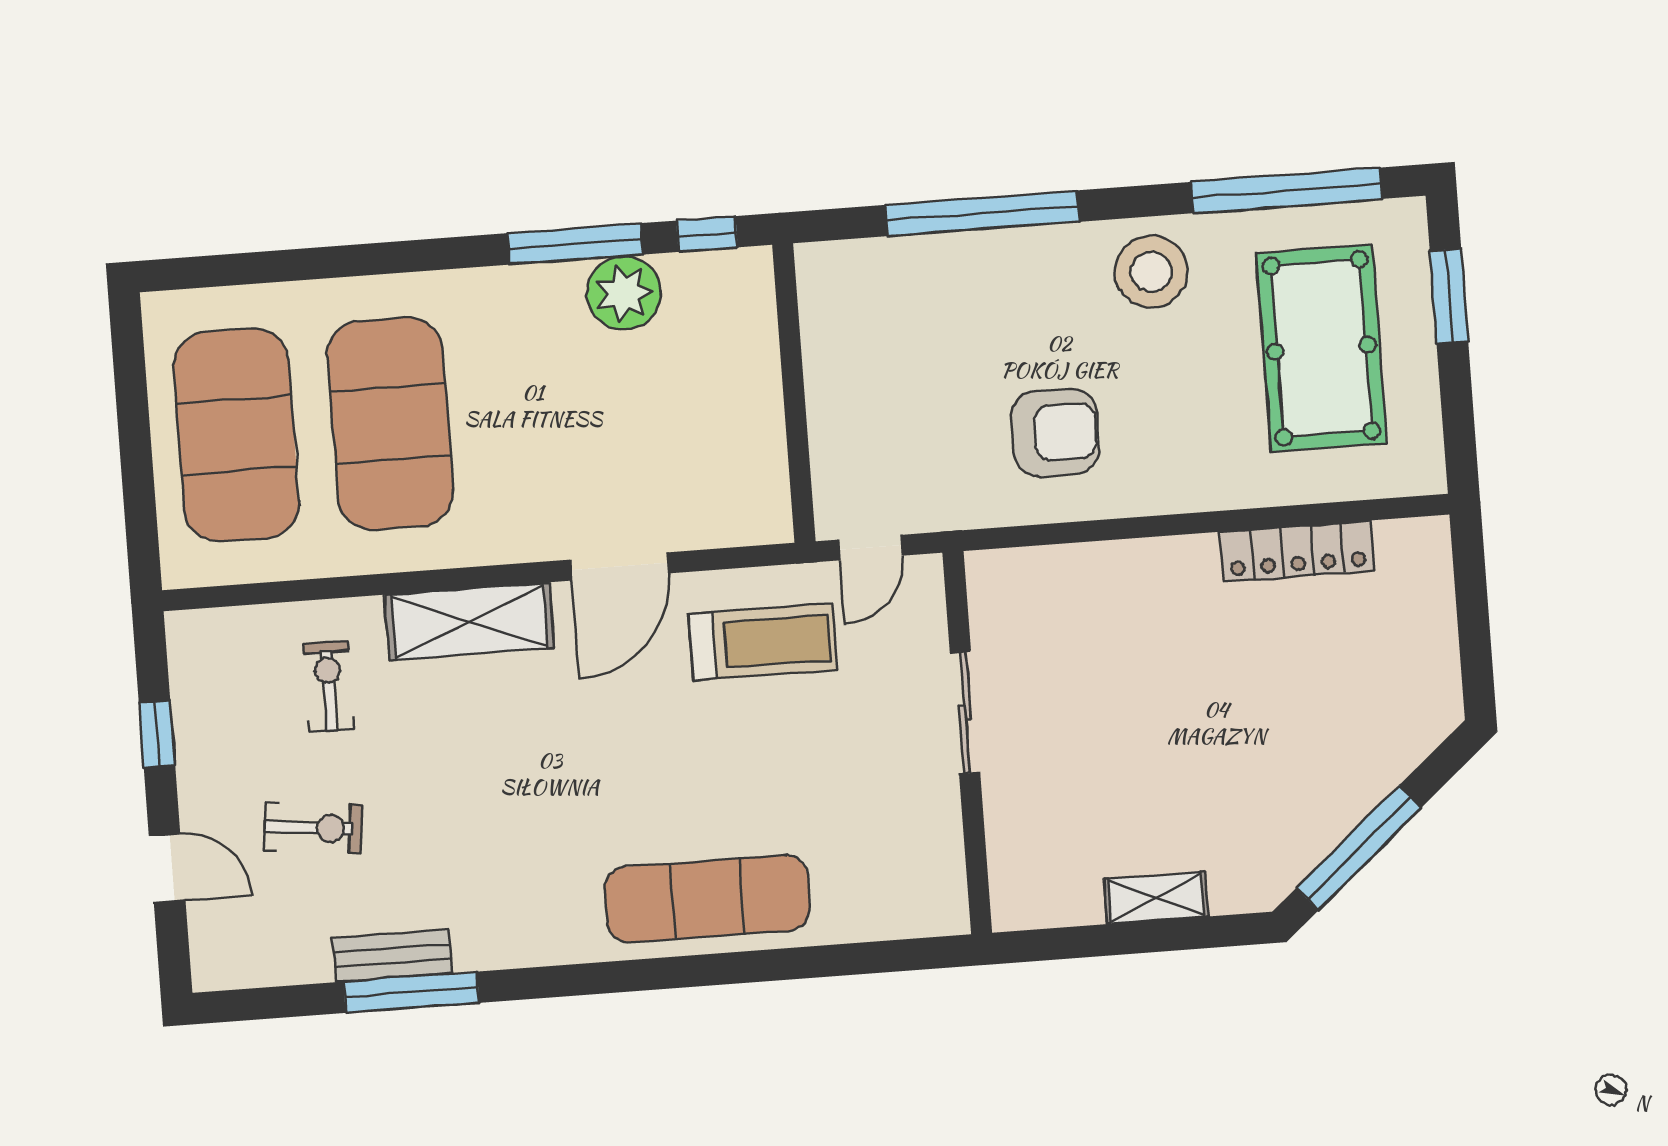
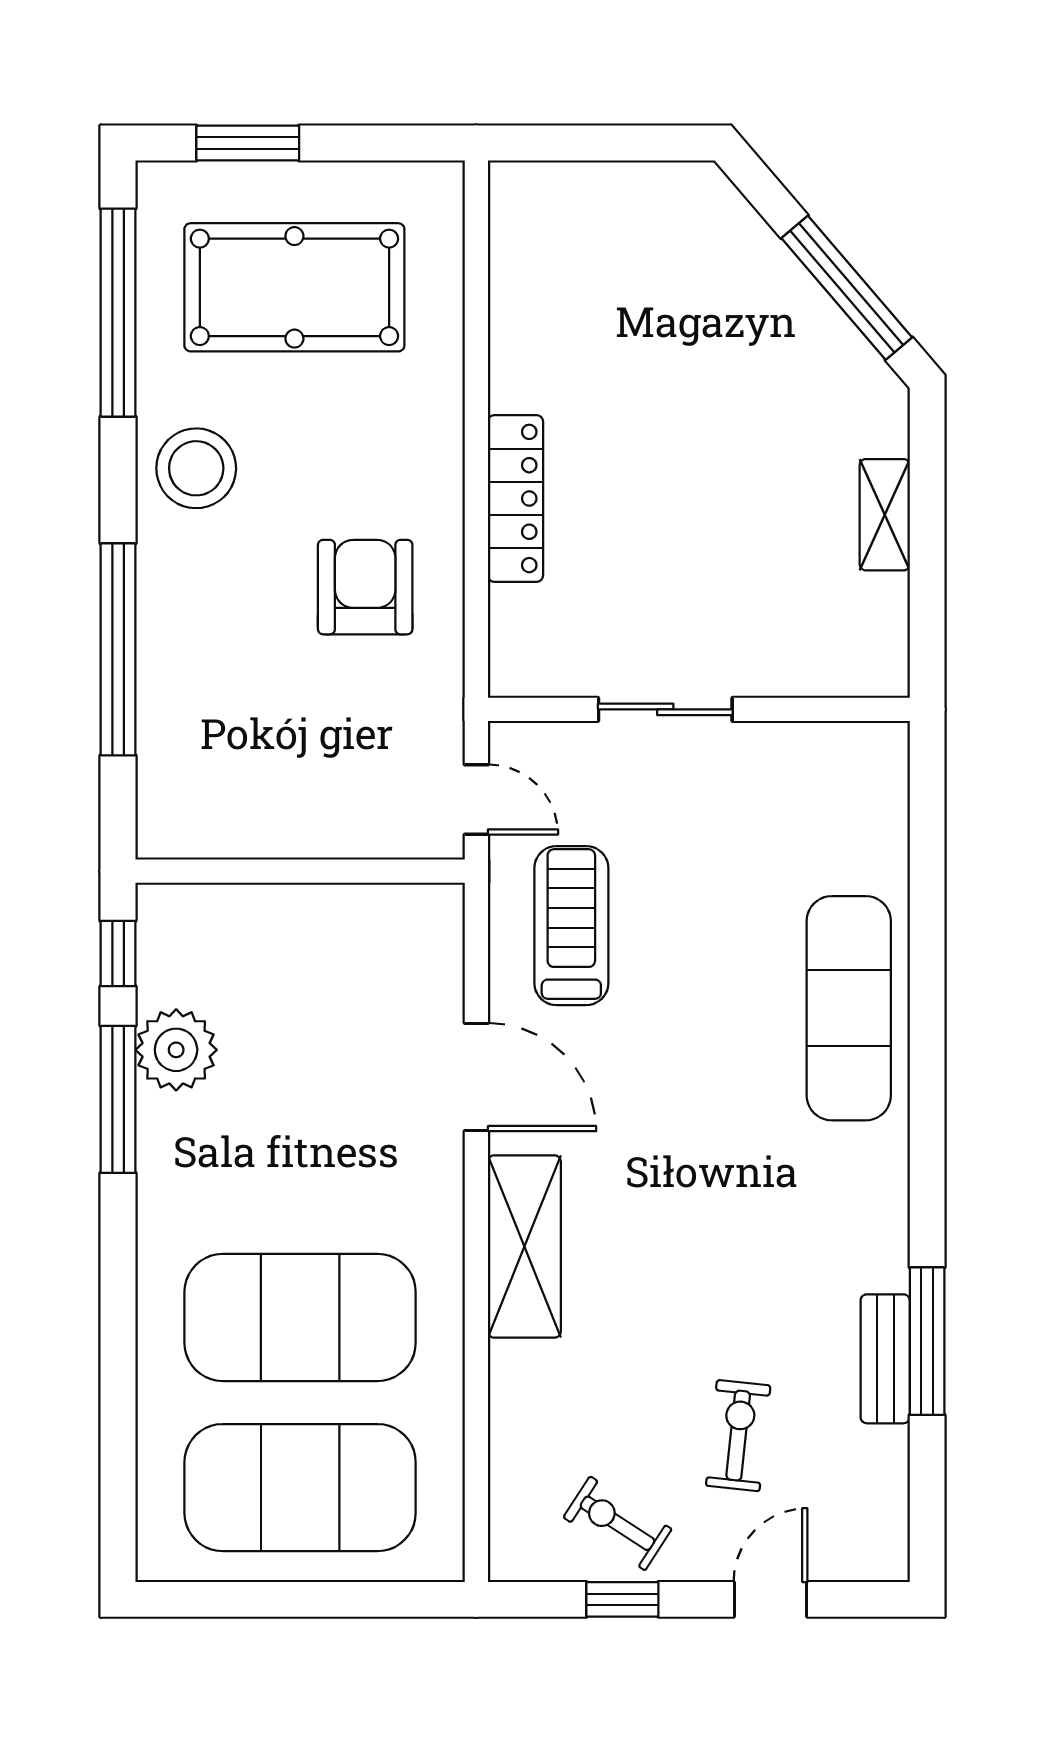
locker: (1297, 551) -> (515, 498), moved
exercise bike: (329, 686) -> (617, 1523), moved, turned 33

